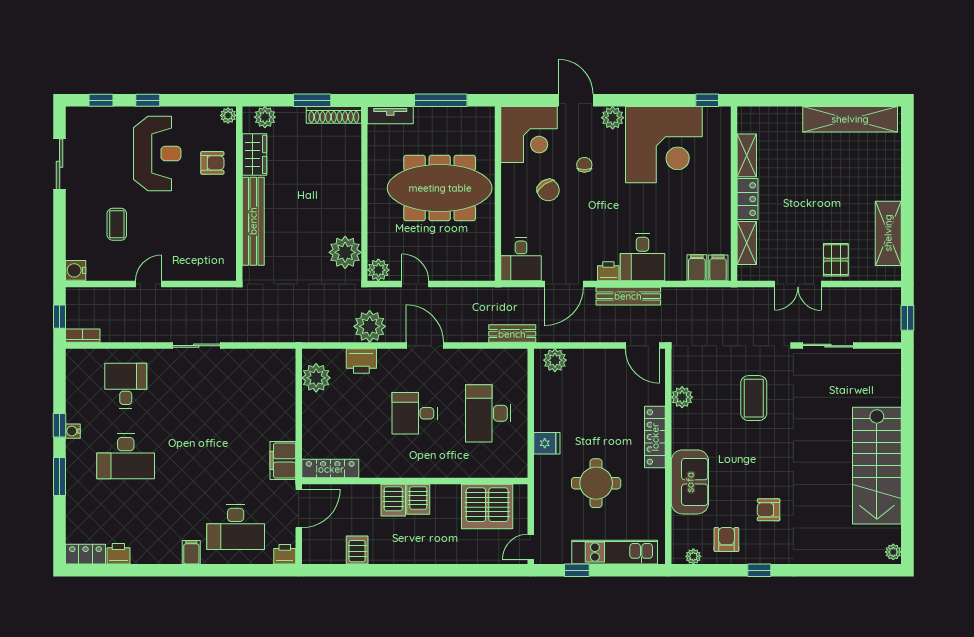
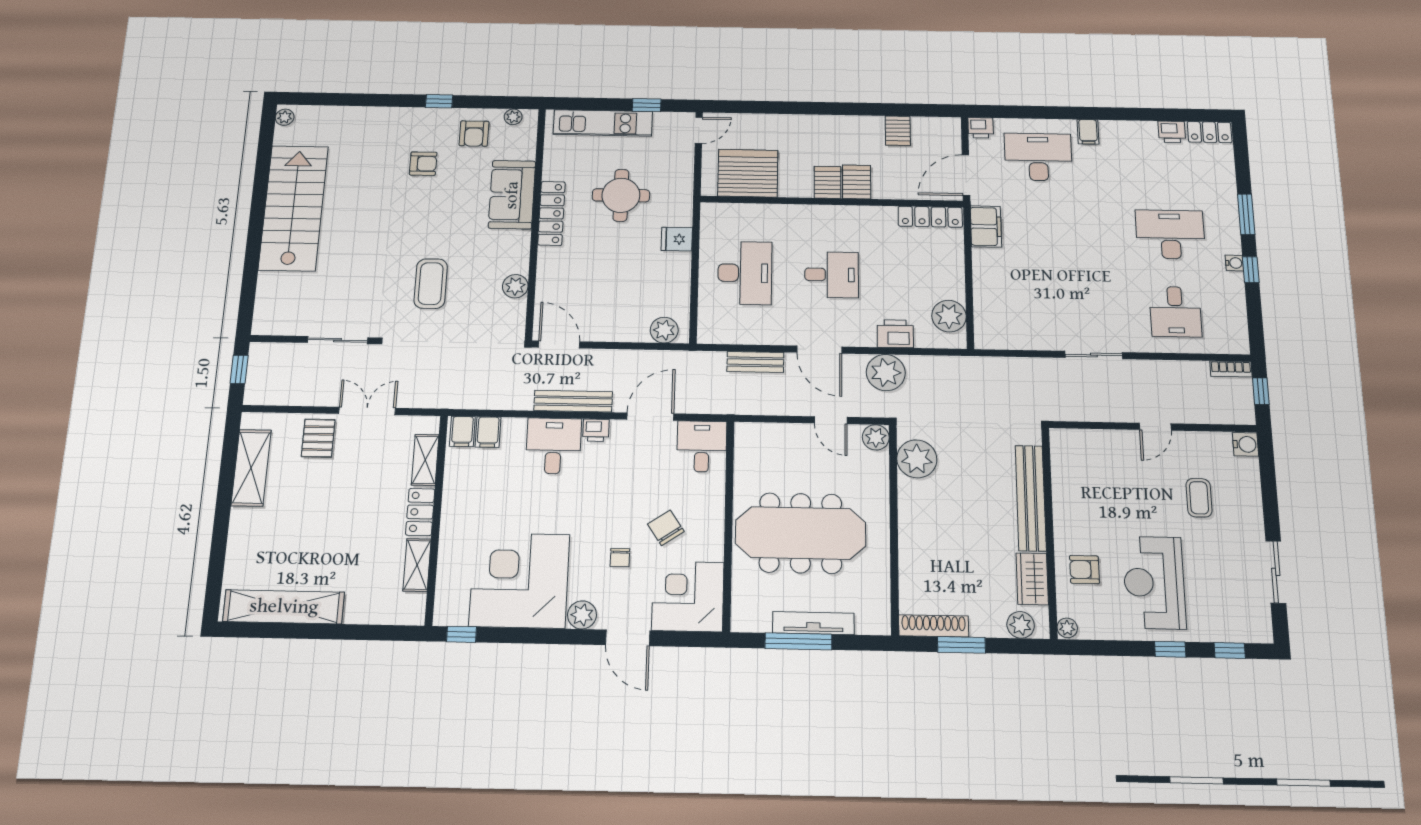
tv unit: (390, 115) -> (813, 623), moved, width x1.41
bench: (512, 334) -> (755, 362), moved
locker: (655, 437) -> (551, 213), moved

